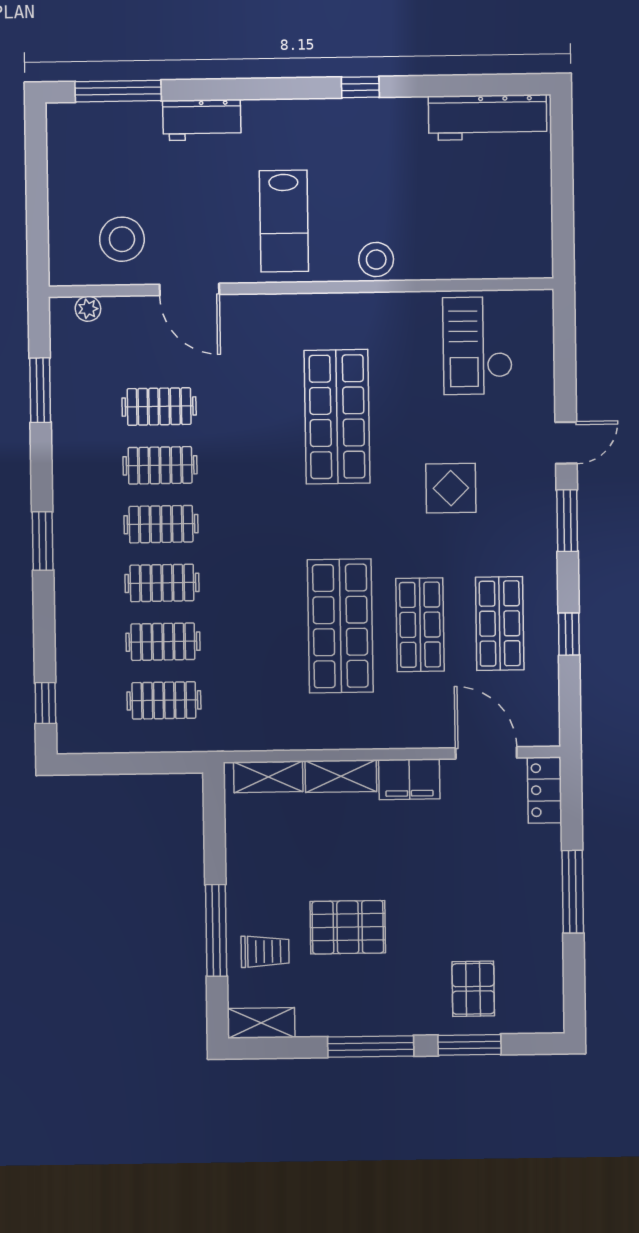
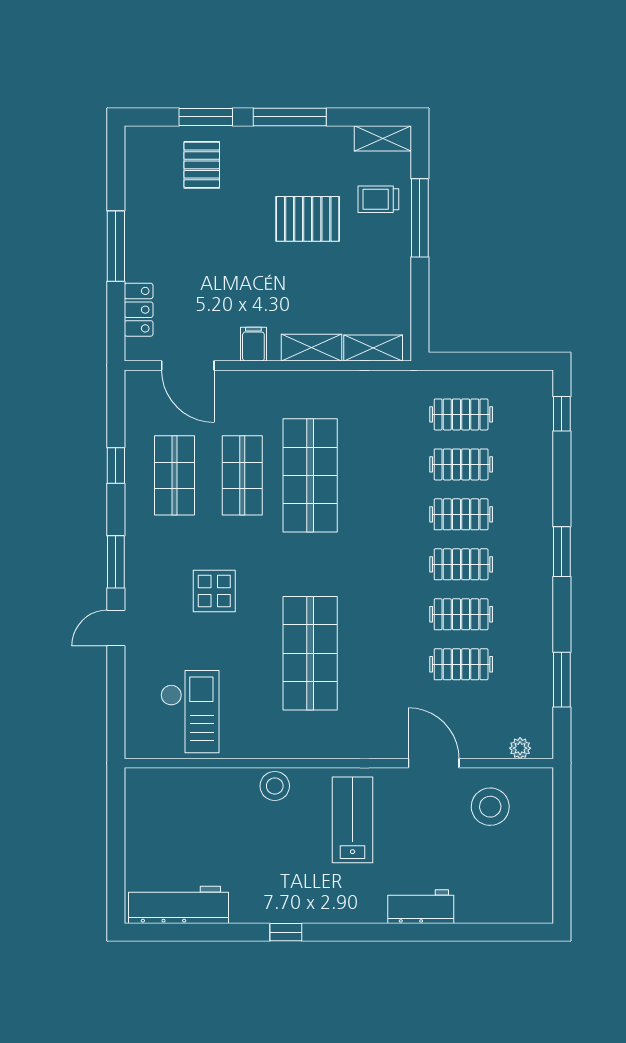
window: (118, 91) -> (491, 932), removed
filing cabinet: (409, 779) -> (253, 344), width x0.50
locker: (544, 790) -> (139, 310), moved

